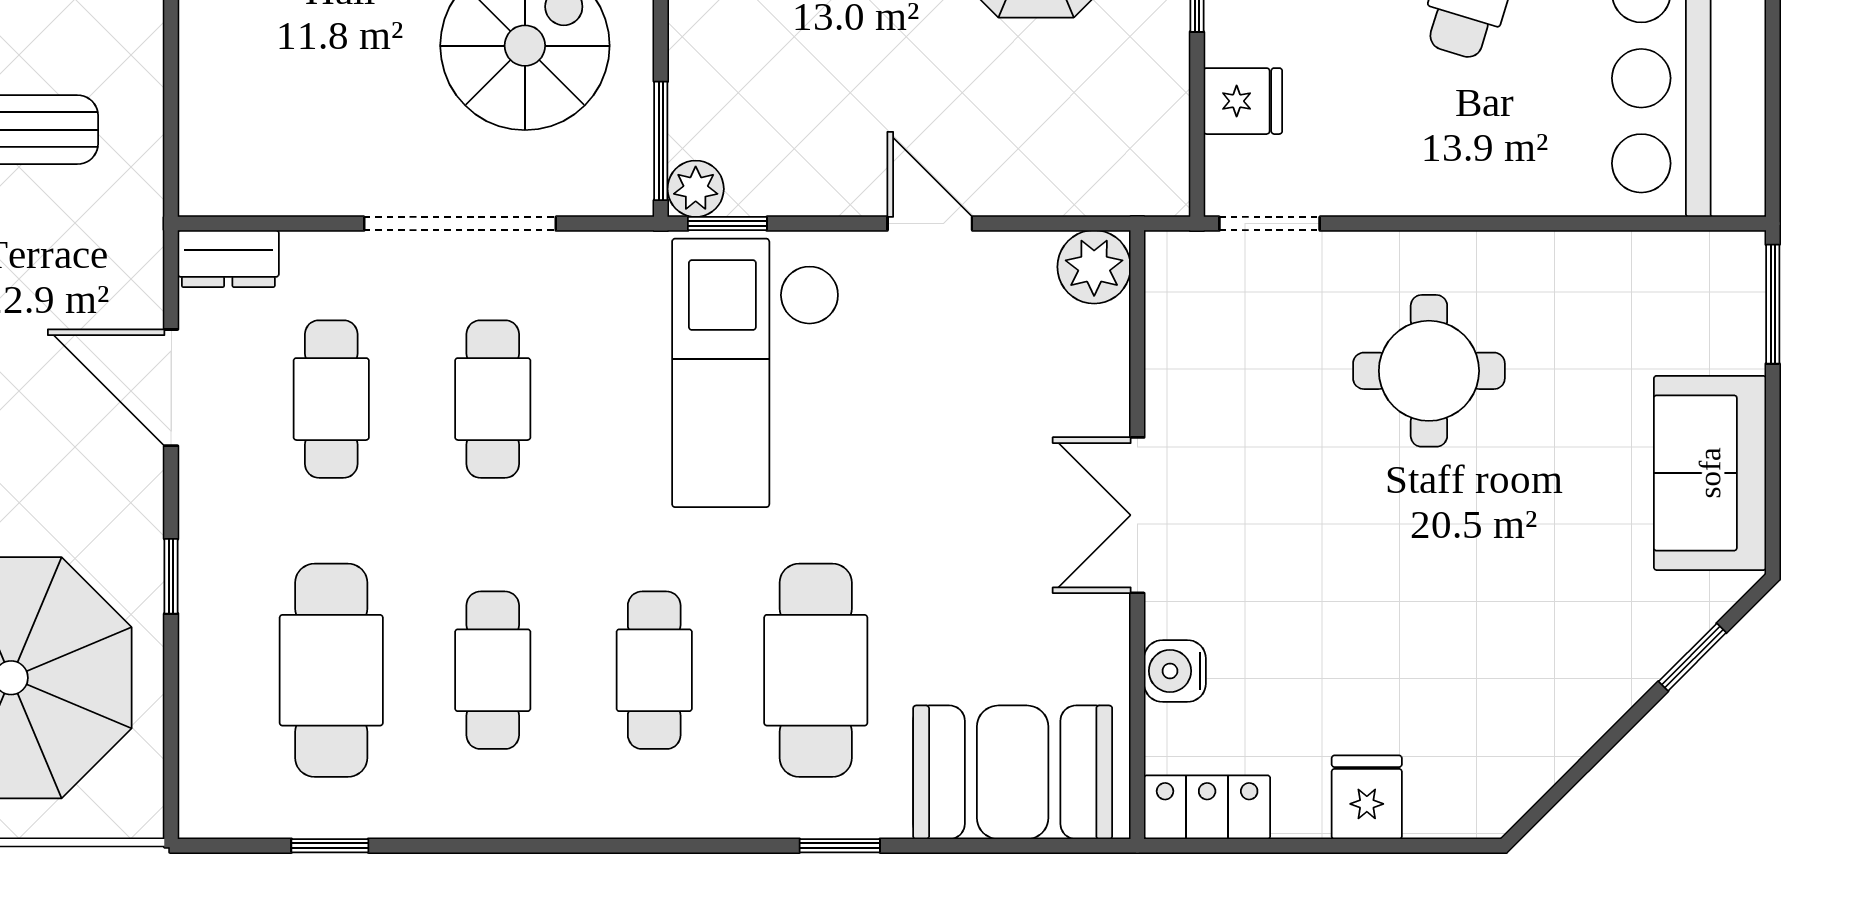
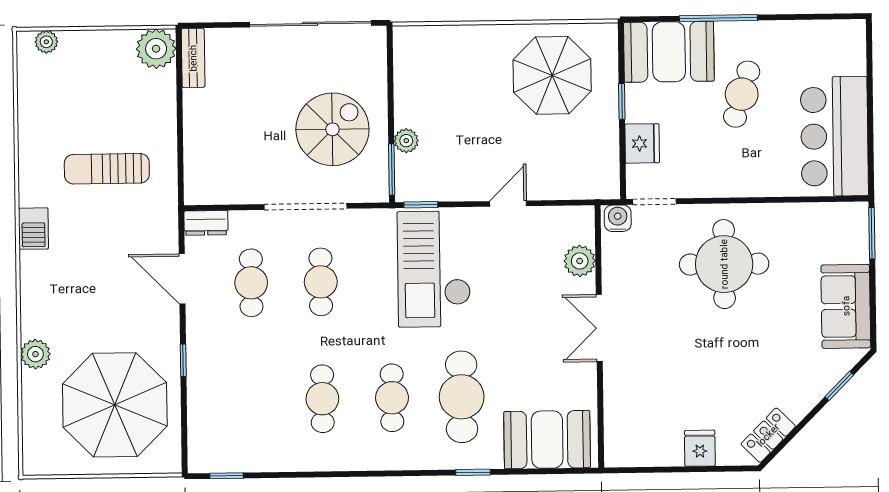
fridge: (1243, 101) -> (642, 143), width x1.38
plant: (696, 189) -> (406, 141), moved
door: (930, 224) -> (508, 204), hinge flipped
plant: (1094, 267) -> (580, 261), moved
round table: (1429, 371) -> (724, 264), width x1.36, depth x1.36
cafe table: (331, 670) -> (253, 400), removed
water cooler: (1175, 671) -> (618, 218), moved, turned 90
locker: (1207, 807) -> (768, 435), moved, turned -45
window: (330, 846) -> (227, 476), moved

